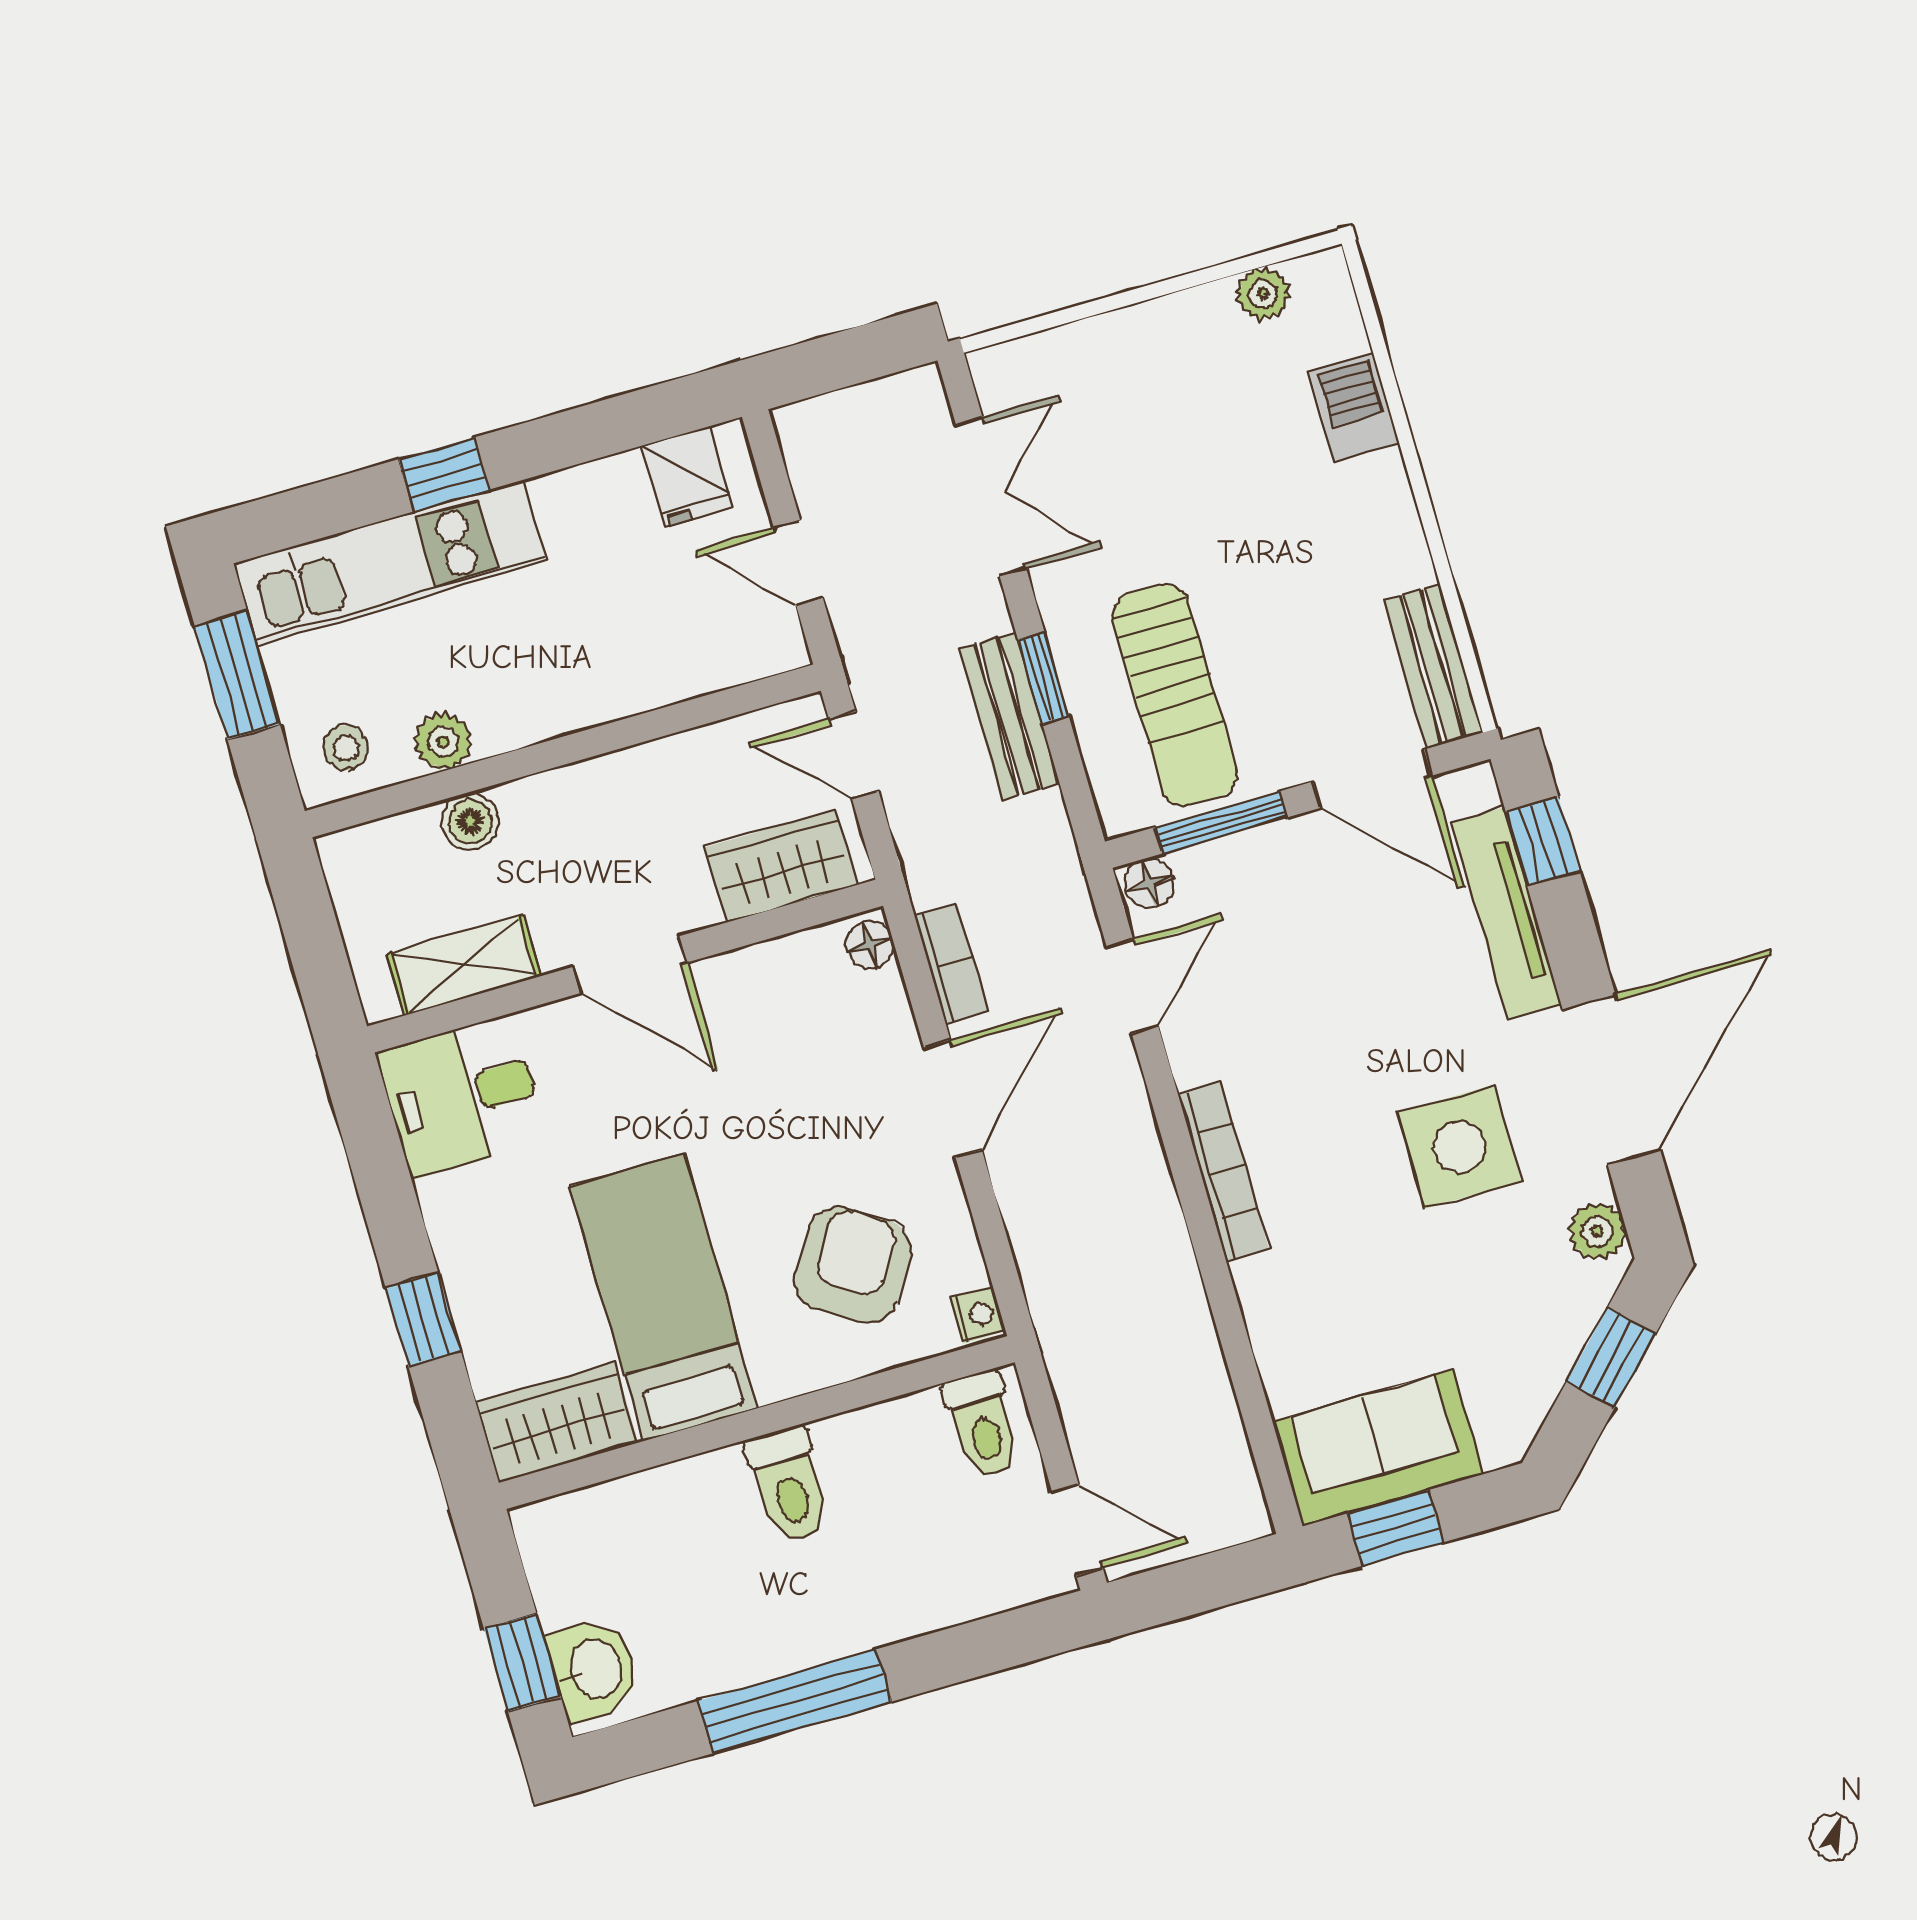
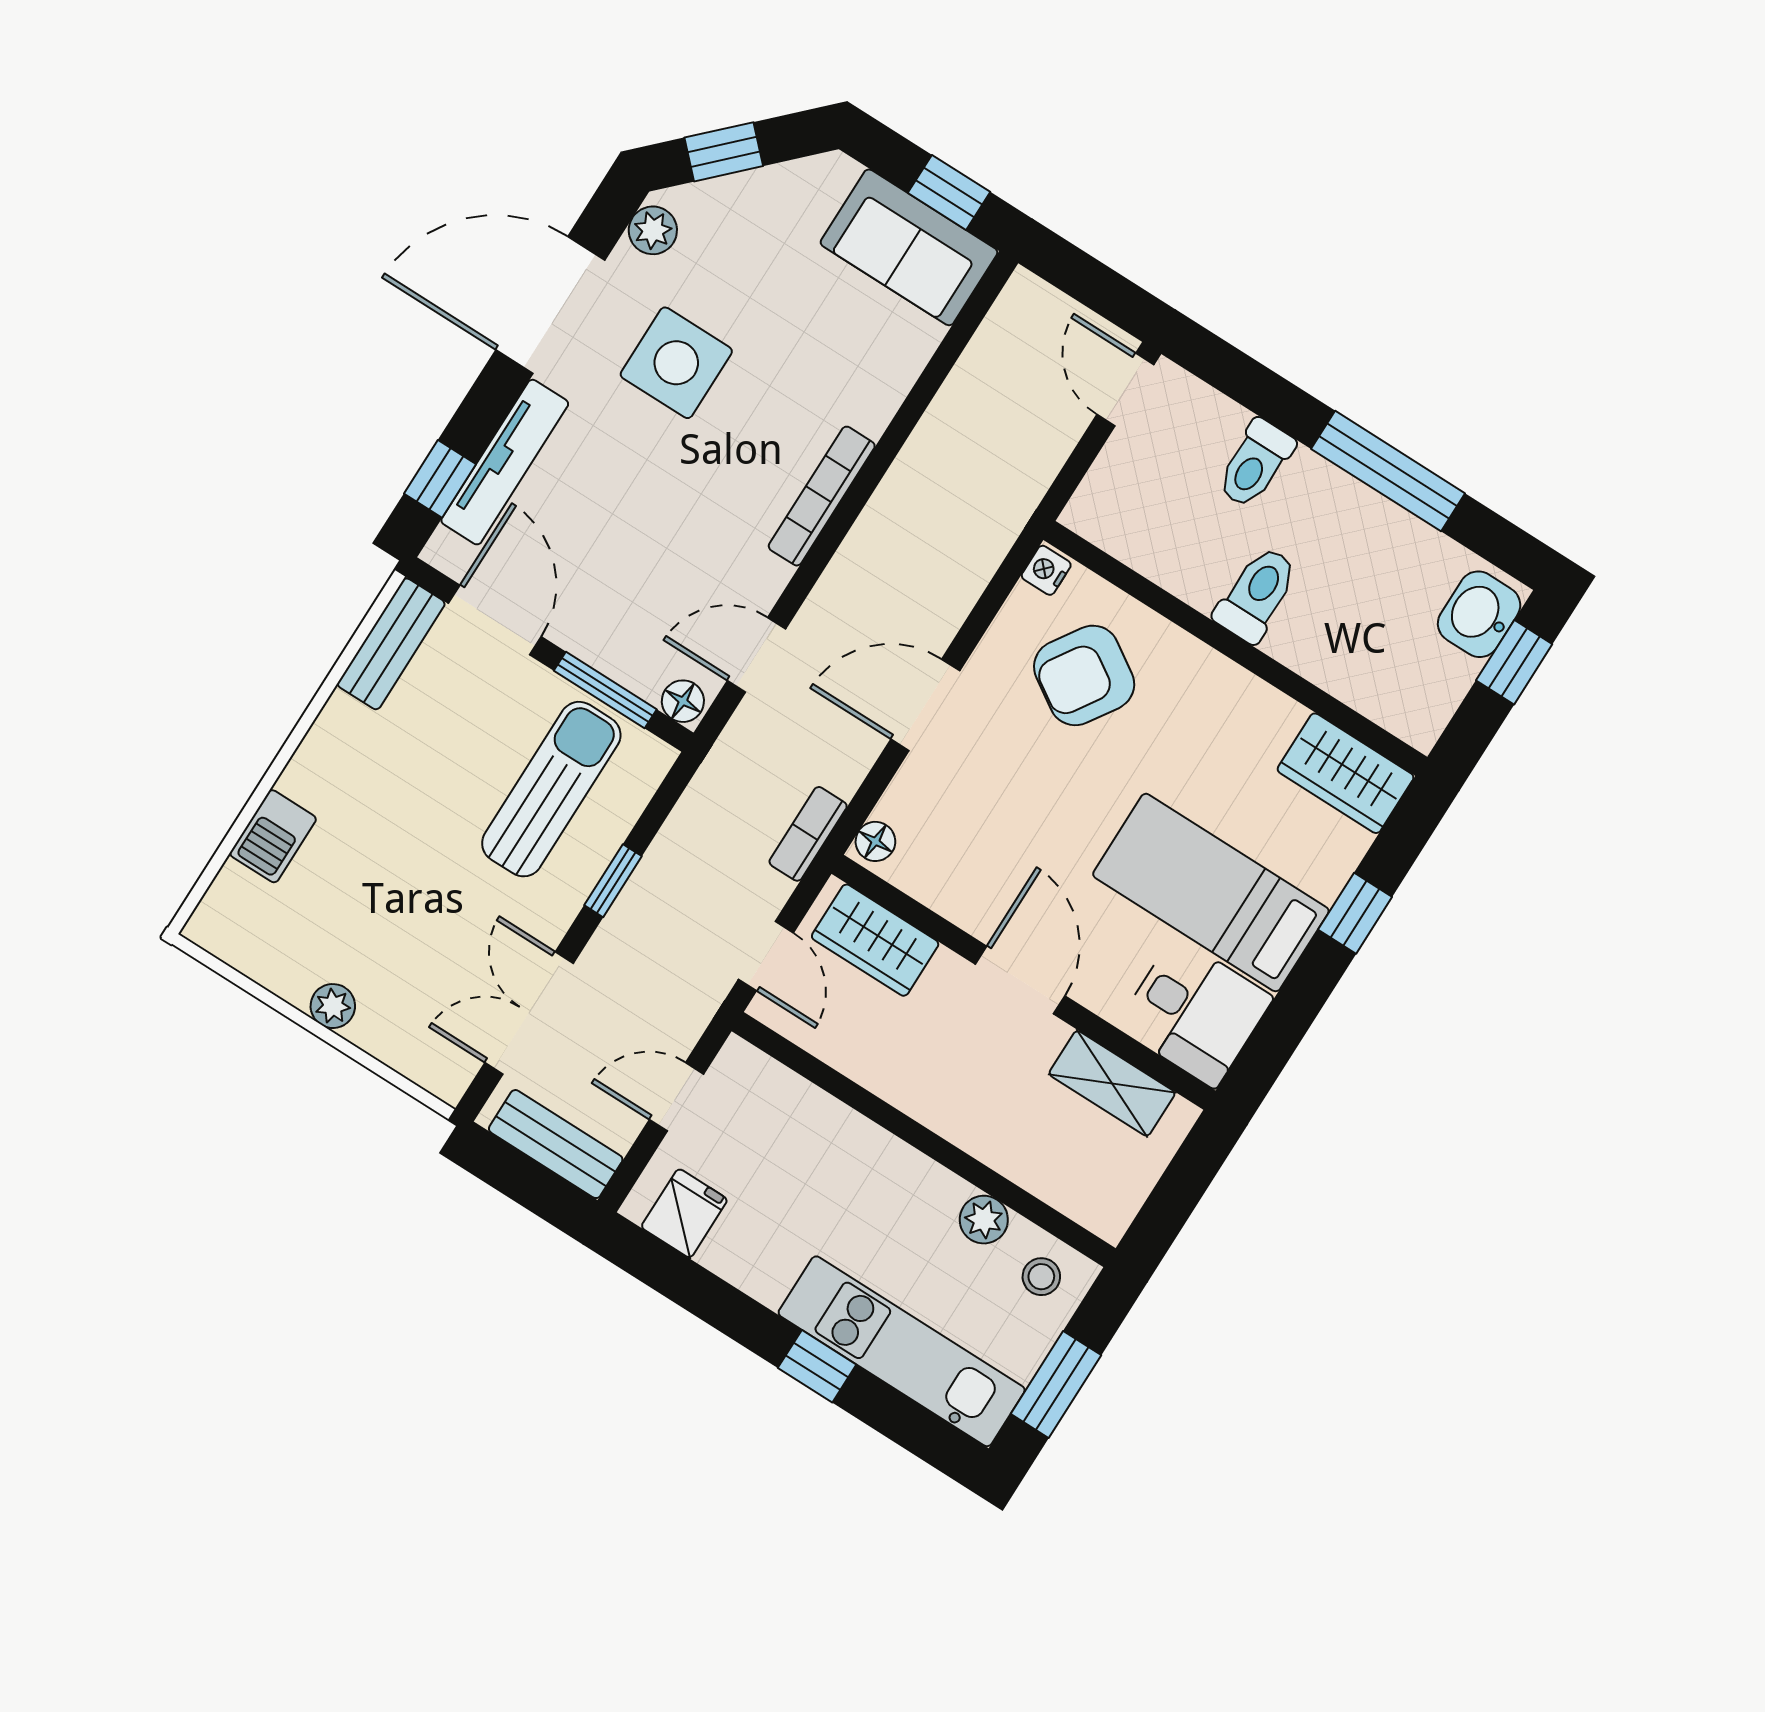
plant: (1263, 294) -> (333, 1006), moved
door: (798, 563) -> (677, 1097), swing flipped
bench: (1009, 716) -> (556, 1144), moved, turned 90
boiler: (470, 822) -> (1019, 1159), removed
bookcase: (951, 964) -> (808, 834), moved
bed: (664, 1297) -> (1211, 893), moved, turned 90
toilet: (983, 1425) -> (1255, 464), moved, turned 180

